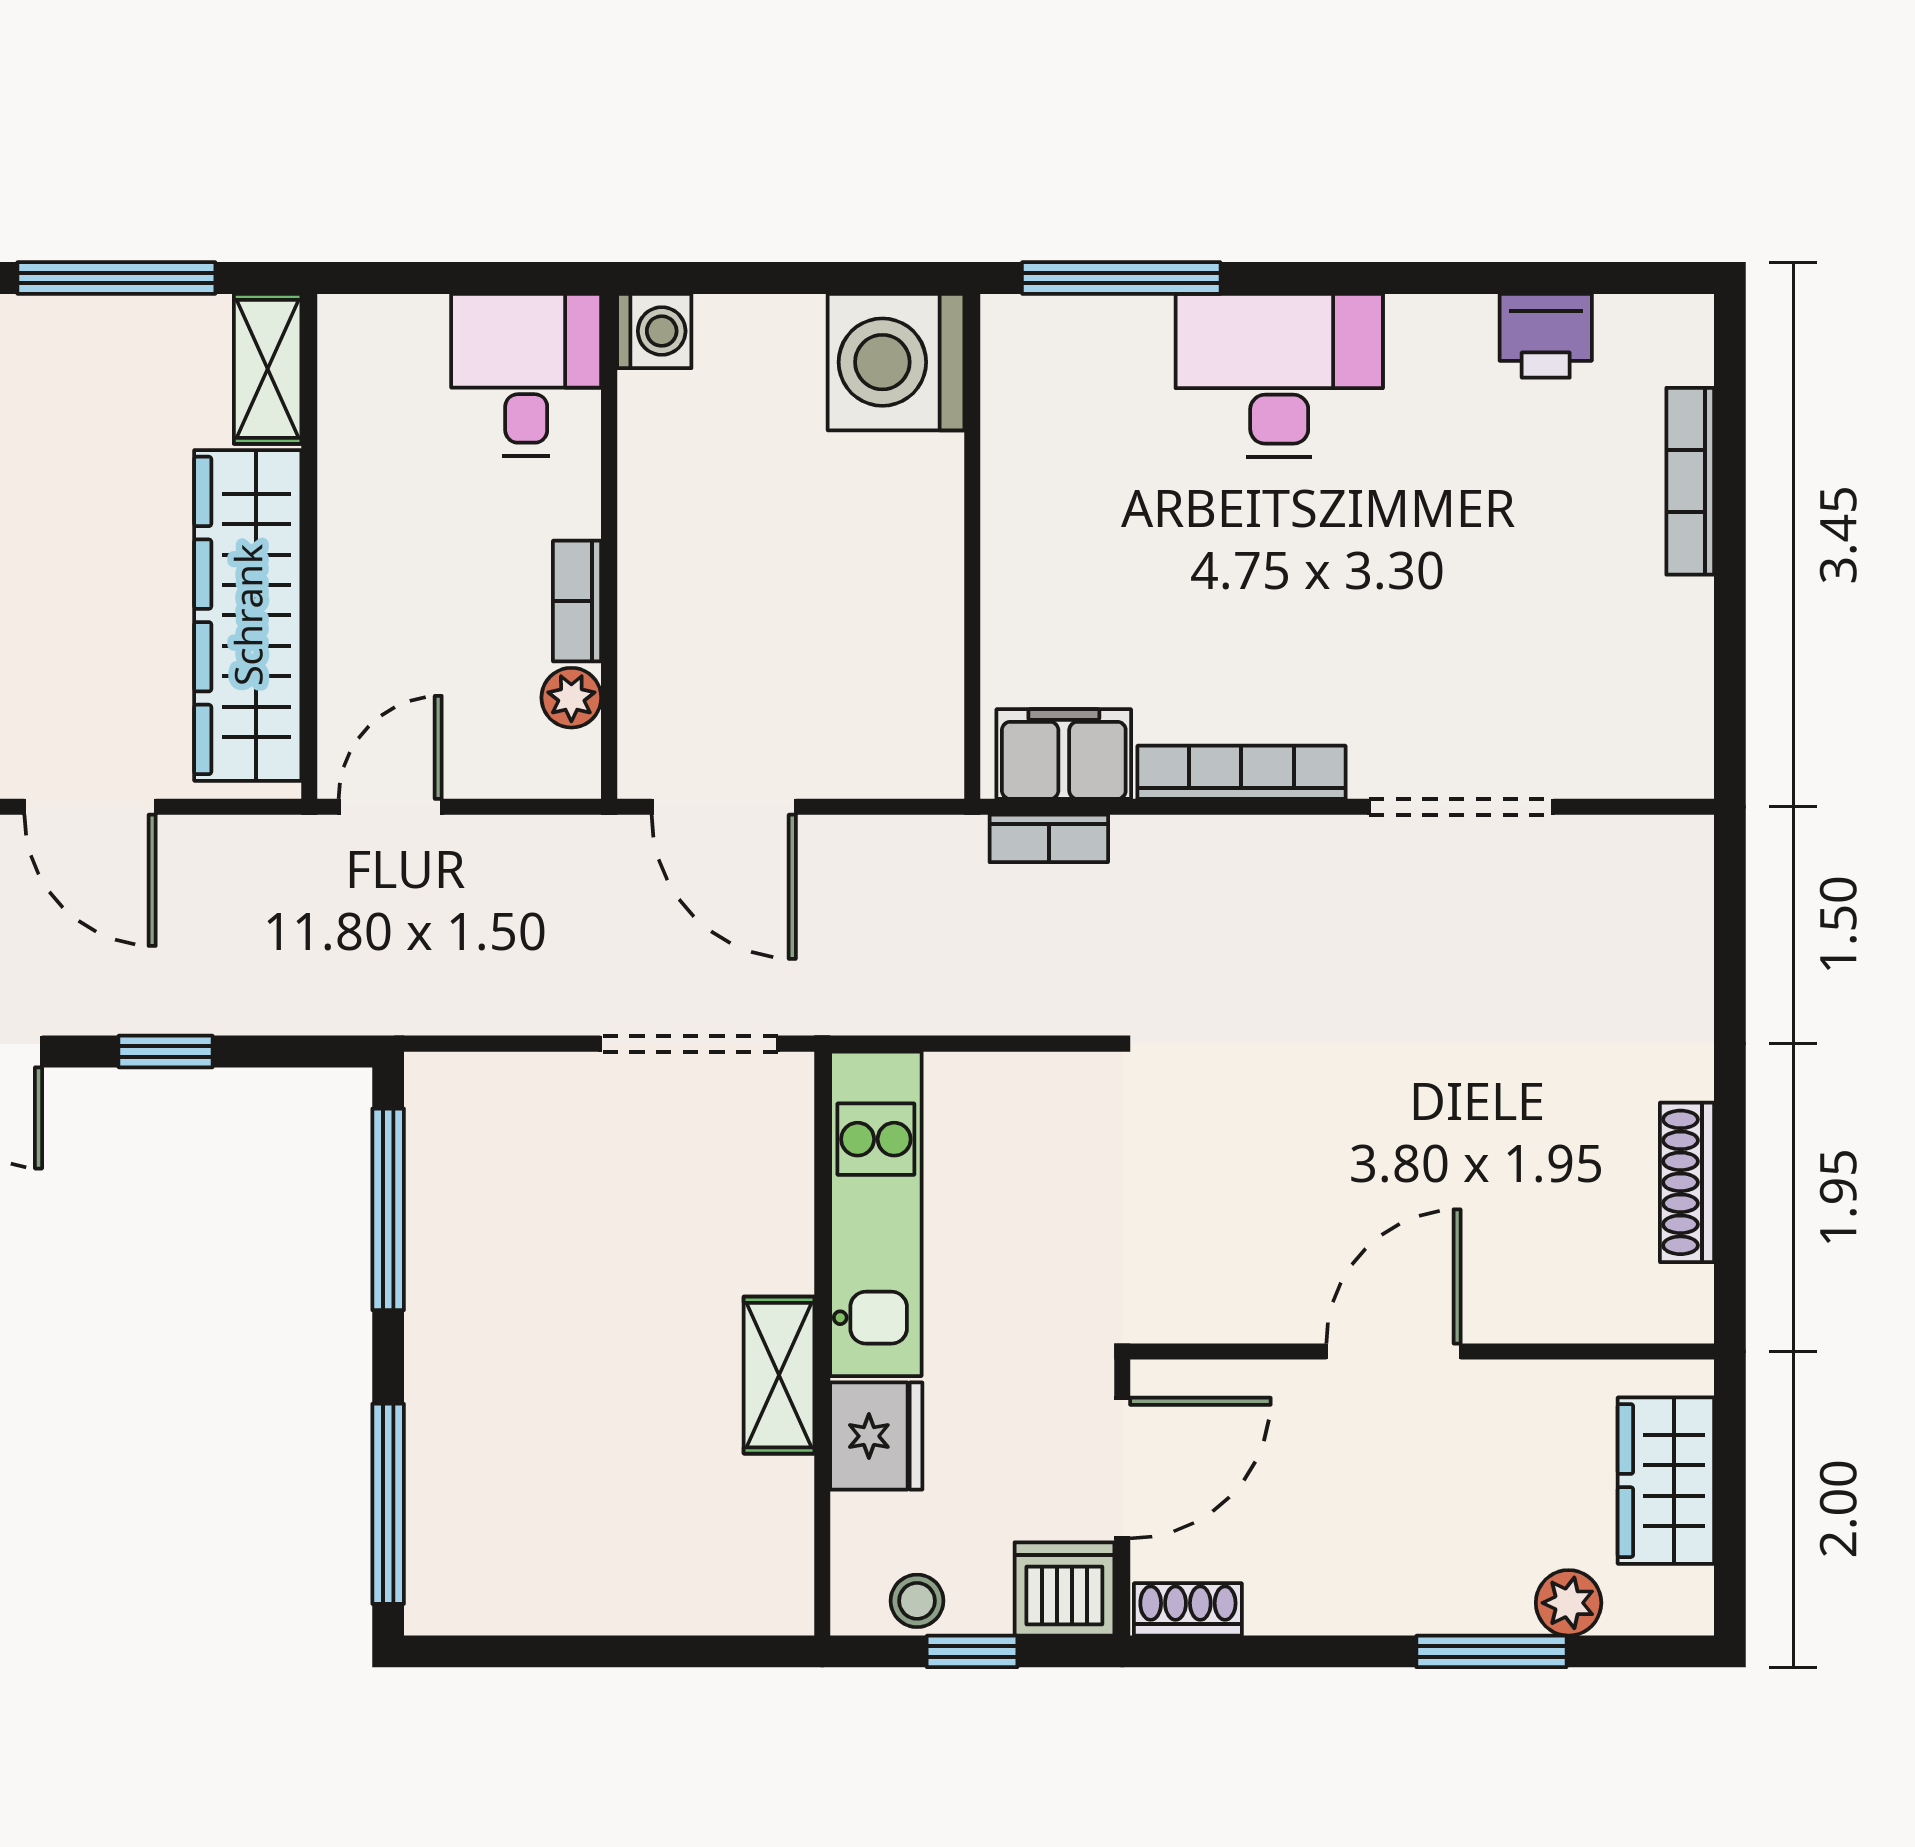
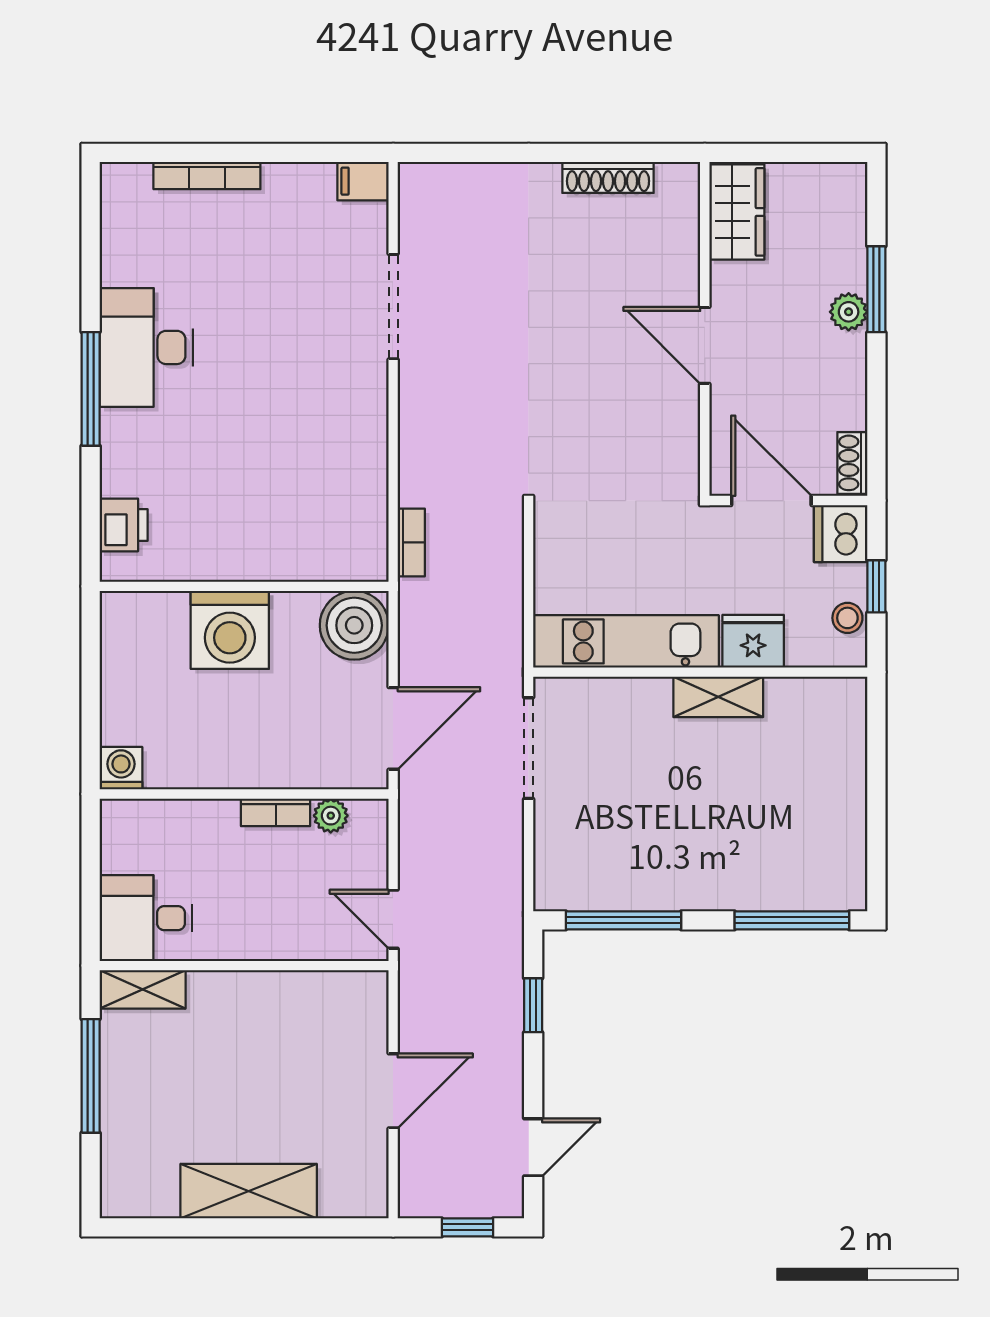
window: (1121, 278) -> (91, 389), moved
printer: (1546, 336) -> (124, 525), moved
washing machine: (896, 362) -> (230, 630), moved
desk: (526, 375) -> (146, 918), moved
desk: (1279, 375) -> (146, 347), moved
wardrobe: (248, 615) -> (284, 1001), removed
boiler: (904, 739) -> (354, 625), added
filing cabinet: (1064, 754) -> (363, 181), moved, width x0.50
bookcase: (1241, 772) -> (373, 432), removed
window: (166, 1052) -> (533, 1005), moved
wardrobe: (1666, 1481) -> (737, 212), moved, turned -90
plant: (1569, 1603) -> (849, 312), moved

